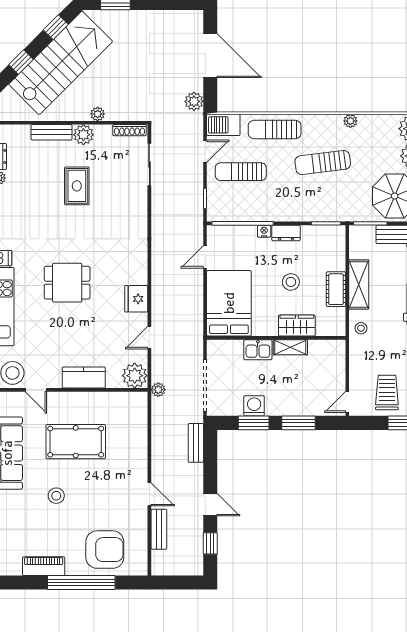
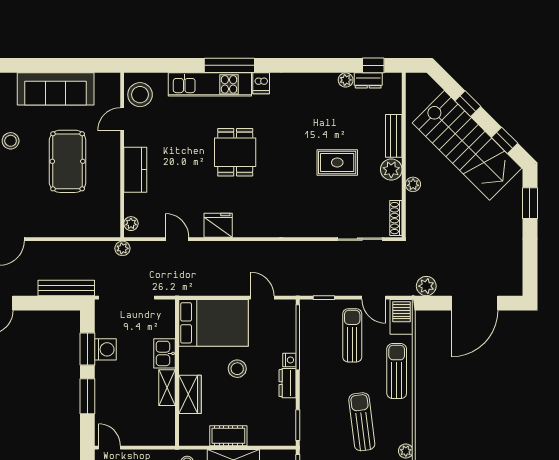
stool: (291, 282) -> (237, 369), moved
plant: (135, 376) -> (131, 224), width x0.53, depth x0.53
bench: (196, 443) -> (66, 288), width x1.36

